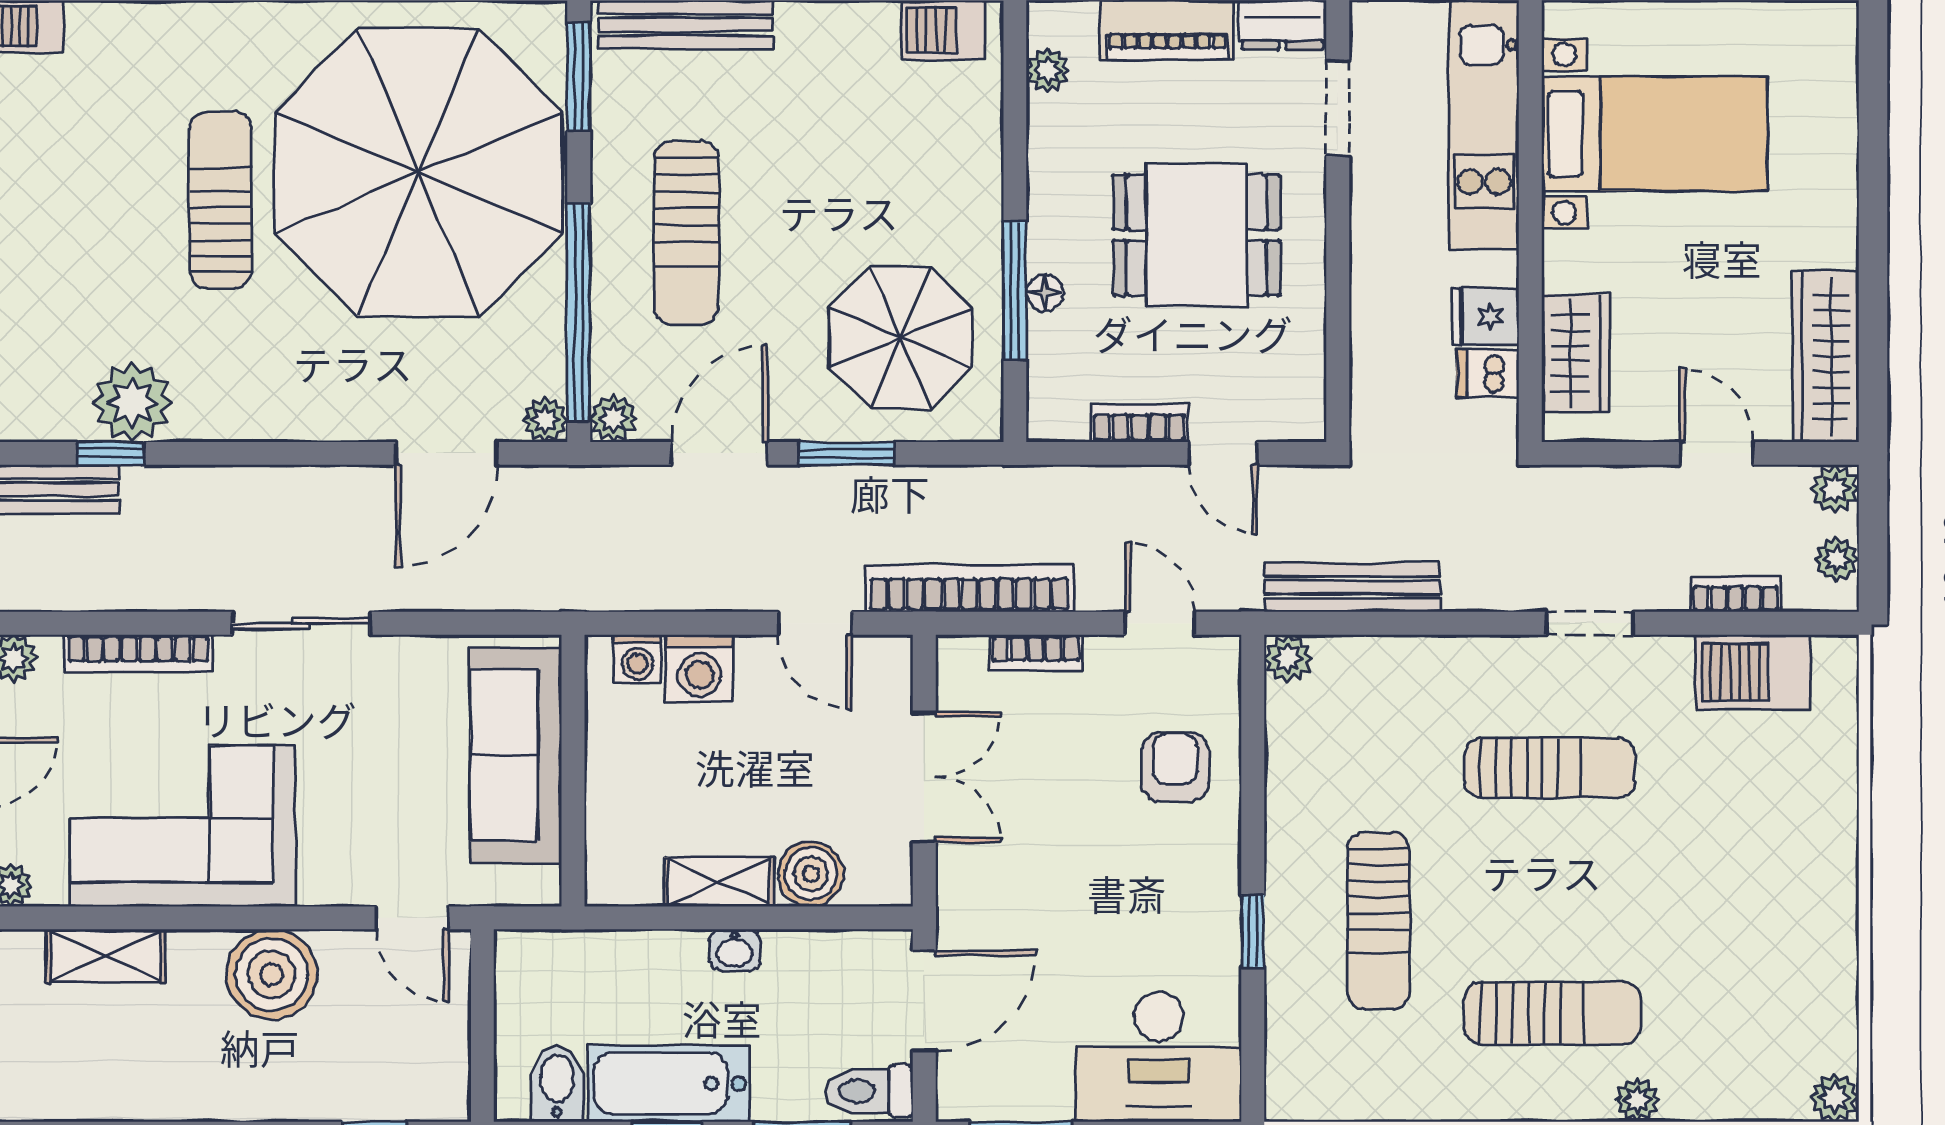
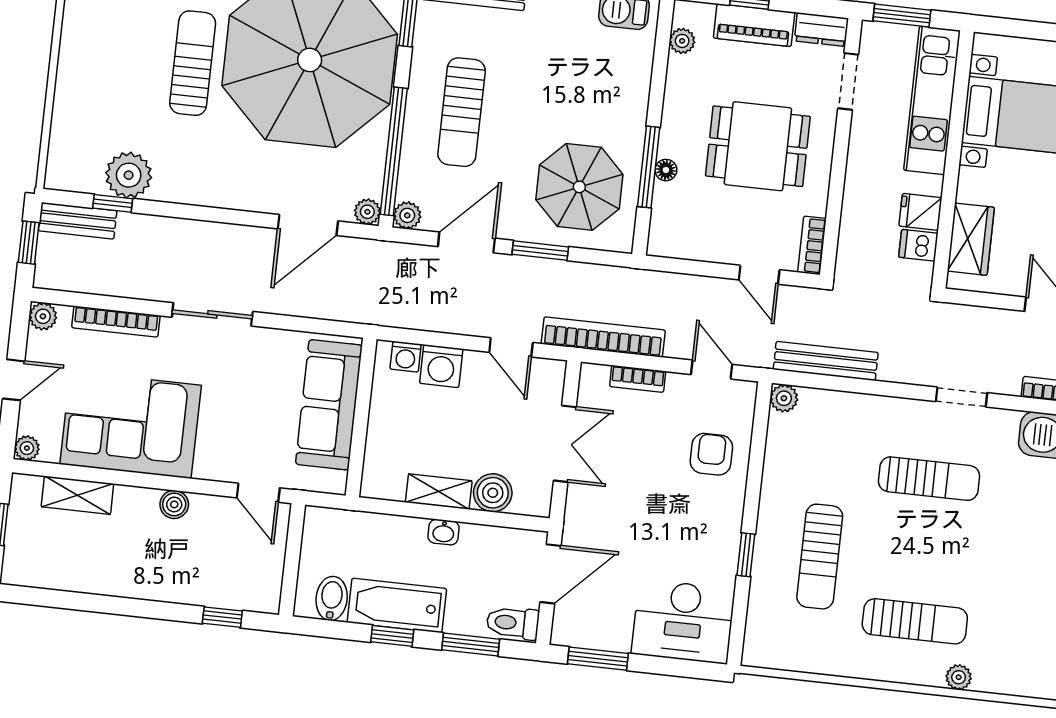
bookcase: (1139, 423) -> (812, 245), moved, turned -90
boiler: (272, 974) -> (174, 504), width x0.54, depth x0.54

